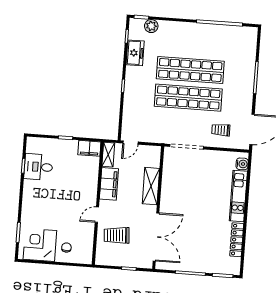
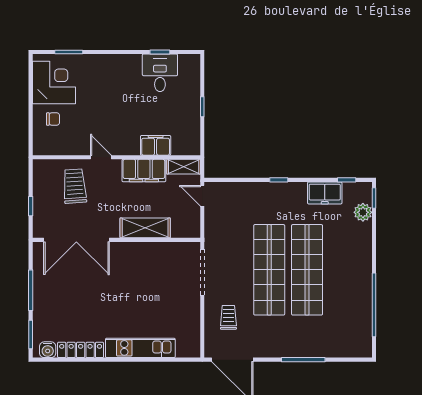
filing cabinet: (89, 148) -> (156, 145), moved, turned 90
water cooler: (242, 164) -> (48, 350), moved

